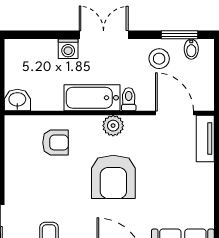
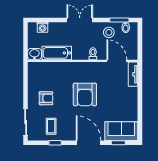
washing machine: (68, 49) -> (43, 27), moved
bathtub: (92, 98) -> (57, 53), moved
plant: (113, 126) -> (85, 68), removed
armchair: (55, 143) -> (46, 98), moved

